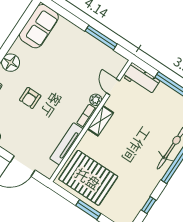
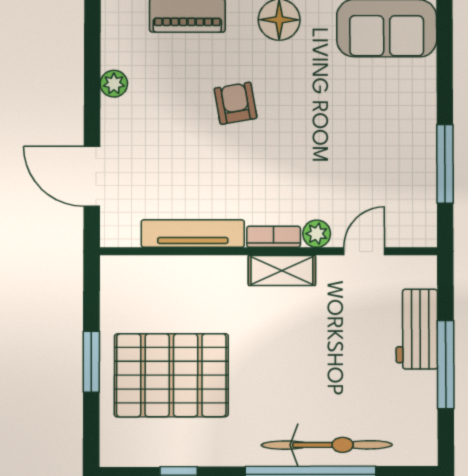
workbench: (141, 79) -> (417, 329), moved
armchair: (30, 98) -> (236, 103), turned 80
pallet: (88, 178) -> (171, 375), moved, turned 90

